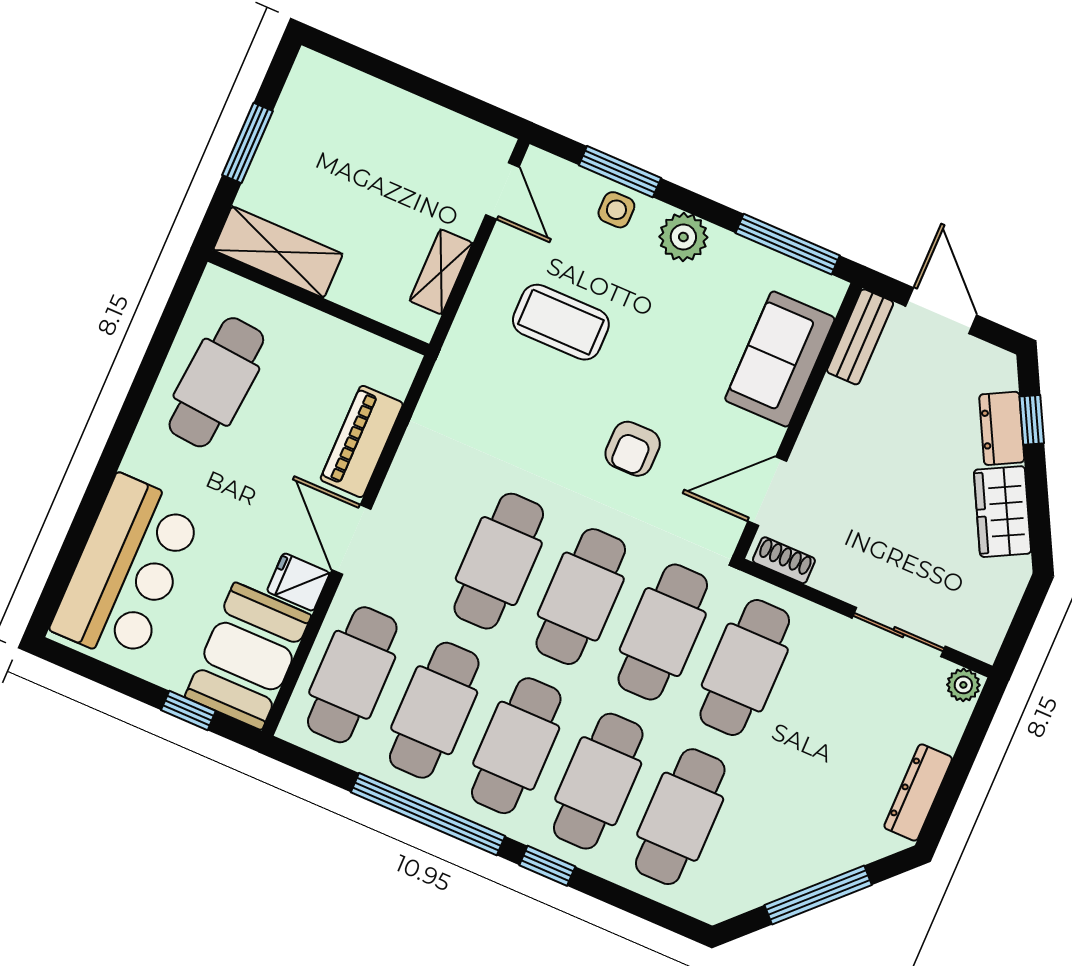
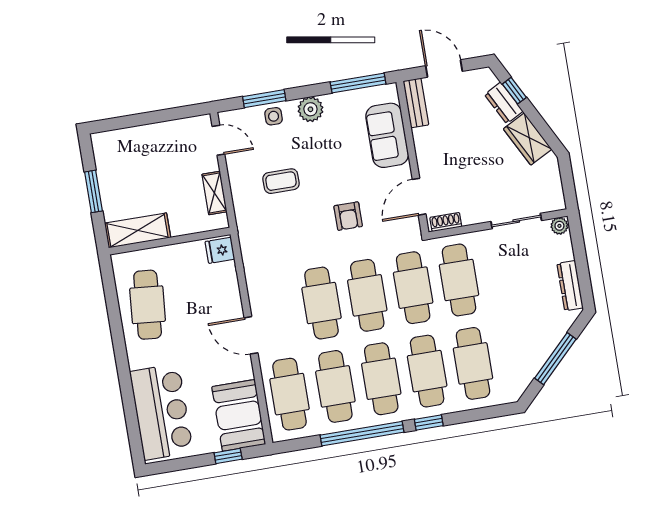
coffee table: (561, 322) -> (281, 181), width x0.73, depth x0.77
piano: (362, 441) -> (228, 290), removed
fridge: (298, 582) -> (220, 250), moved

